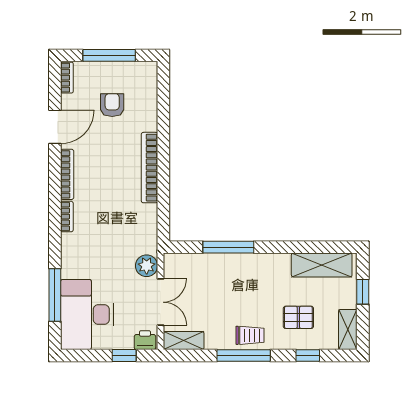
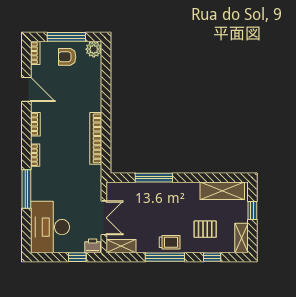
armchair: (112, 105) -> (67, 57), moved, turned -90
door: (55, 127) -> (26, 89), hinge flipped
bookcase: (149, 168) -> (96, 138), moved
bookcase: (67, 174) -> (35, 124), width x0.64
plant: (147, 266) -> (94, 49), moved
window: (55, 295) -> (26, 189), moved

